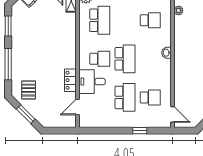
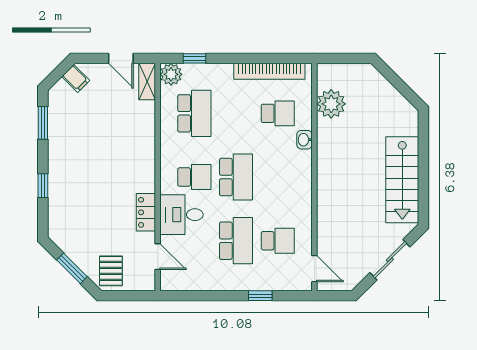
plant: (179, 11) -> (331, 104), width x1.87, depth x1.87
washbasin: (166, 53) -> (304, 140), moved
window: (8, 64) -> (43, 186), width x0.46
pallet: (29, 90) -> (111, 271), moved
door: (78, 107) -> (158, 257), swing flipped

